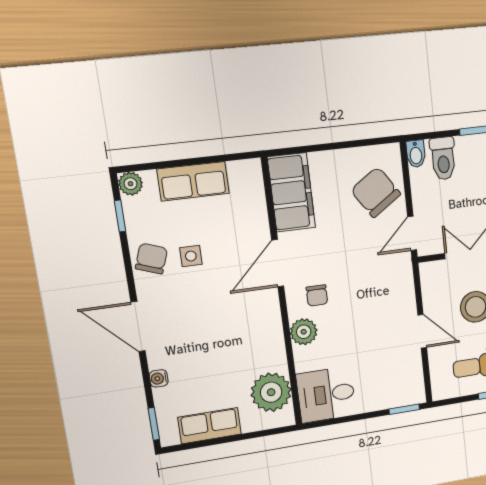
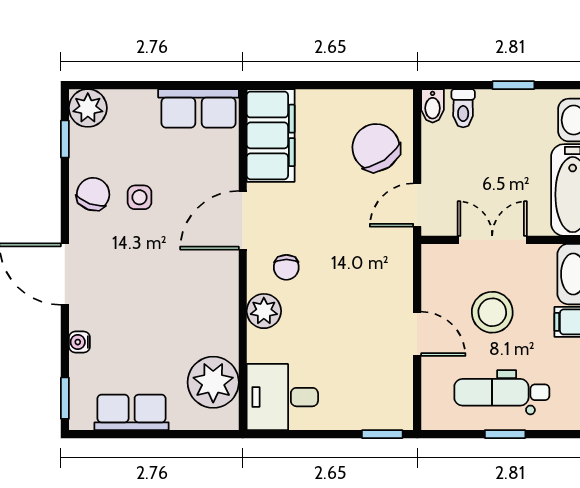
toilet: (443, 158) -> (463, 108), width x0.73, depth x0.72
row of seats: (193, 181) -> (199, 108), moved
plant: (131, 184) -> (88, 108), width x1.38, depth x1.38

